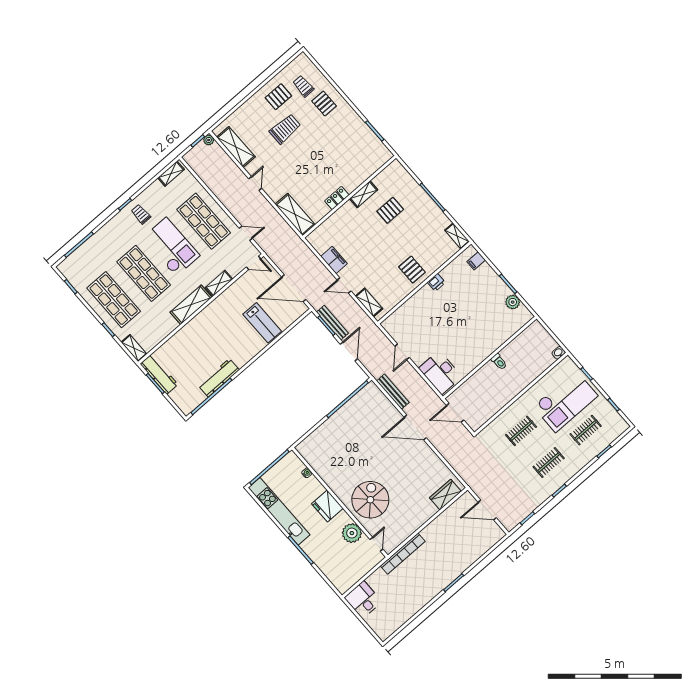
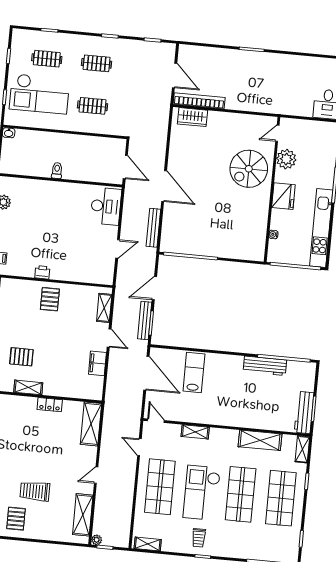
pallet: (278, 97) -> (16, 519), turned 90
shelving: (191, 305) -> (260, 440), moved
checkout: (565, 401) -> (40, 94), turned 180
bookcase: (403, 554) -> (199, 101), moved

